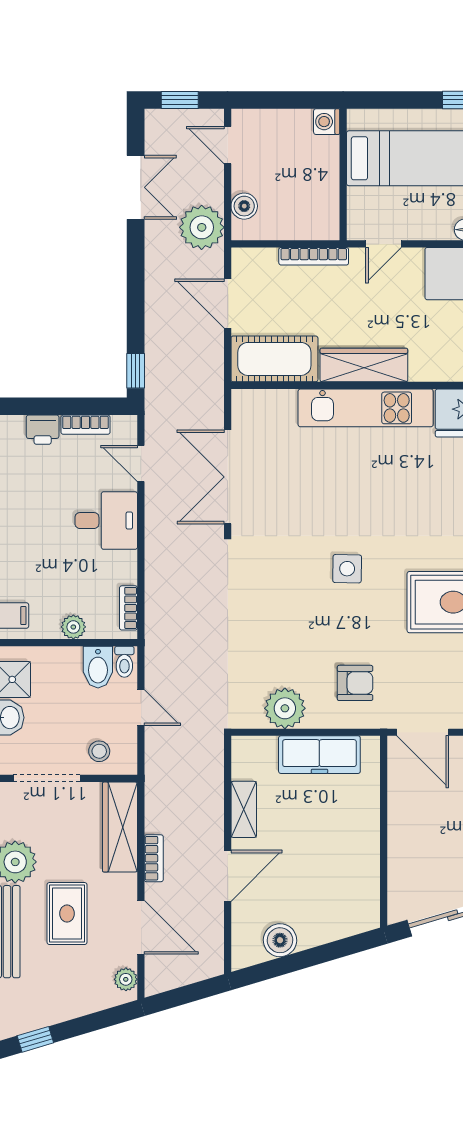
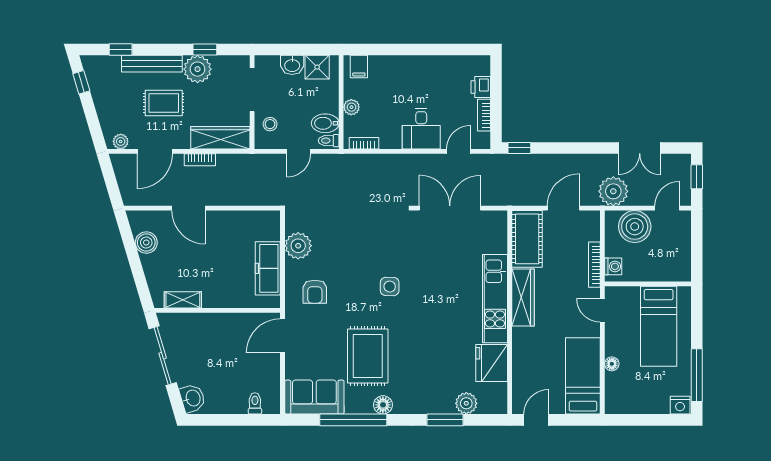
washing machine: (327, 122) -> (613, 266), moved, turned 90
boiler: (244, 206) -> (635, 227), width x1.86, depth x1.86
shelving: (244, 809) -> (183, 300), moved

